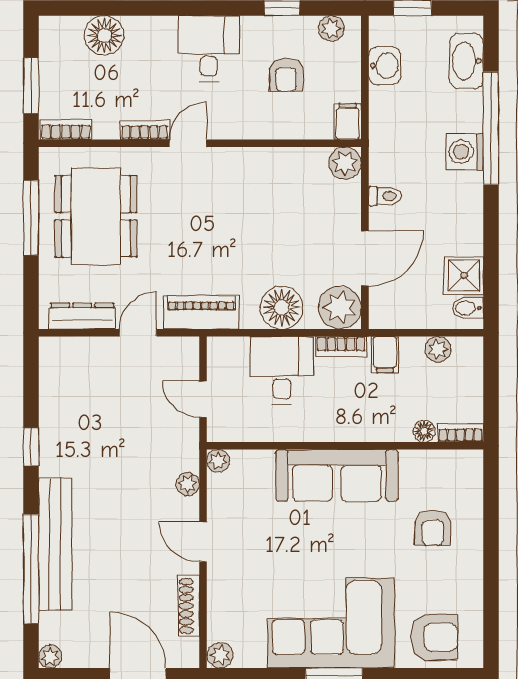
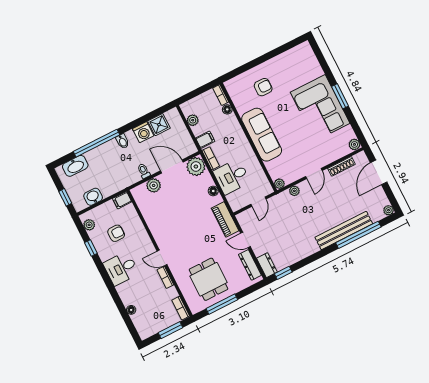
floor lamp: (104, 35) -> (131, 310), width x0.53, depth x0.53
washing machine: (465, 152) -> (143, 132), moved
plant: (345, 163) -> (154, 185), moved
dining table: (96, 216) -> (208, 279), width x0.73
floor lamp: (282, 308) -> (213, 191), width x0.53, depth x0.53
bidet: (468, 308) -> (122, 141), moved
dresser: (64, 351) -> (267, 265), added
window: (31, 447) -> (283, 273), moved
armchair: (434, 637) -> (305, 65), removed

